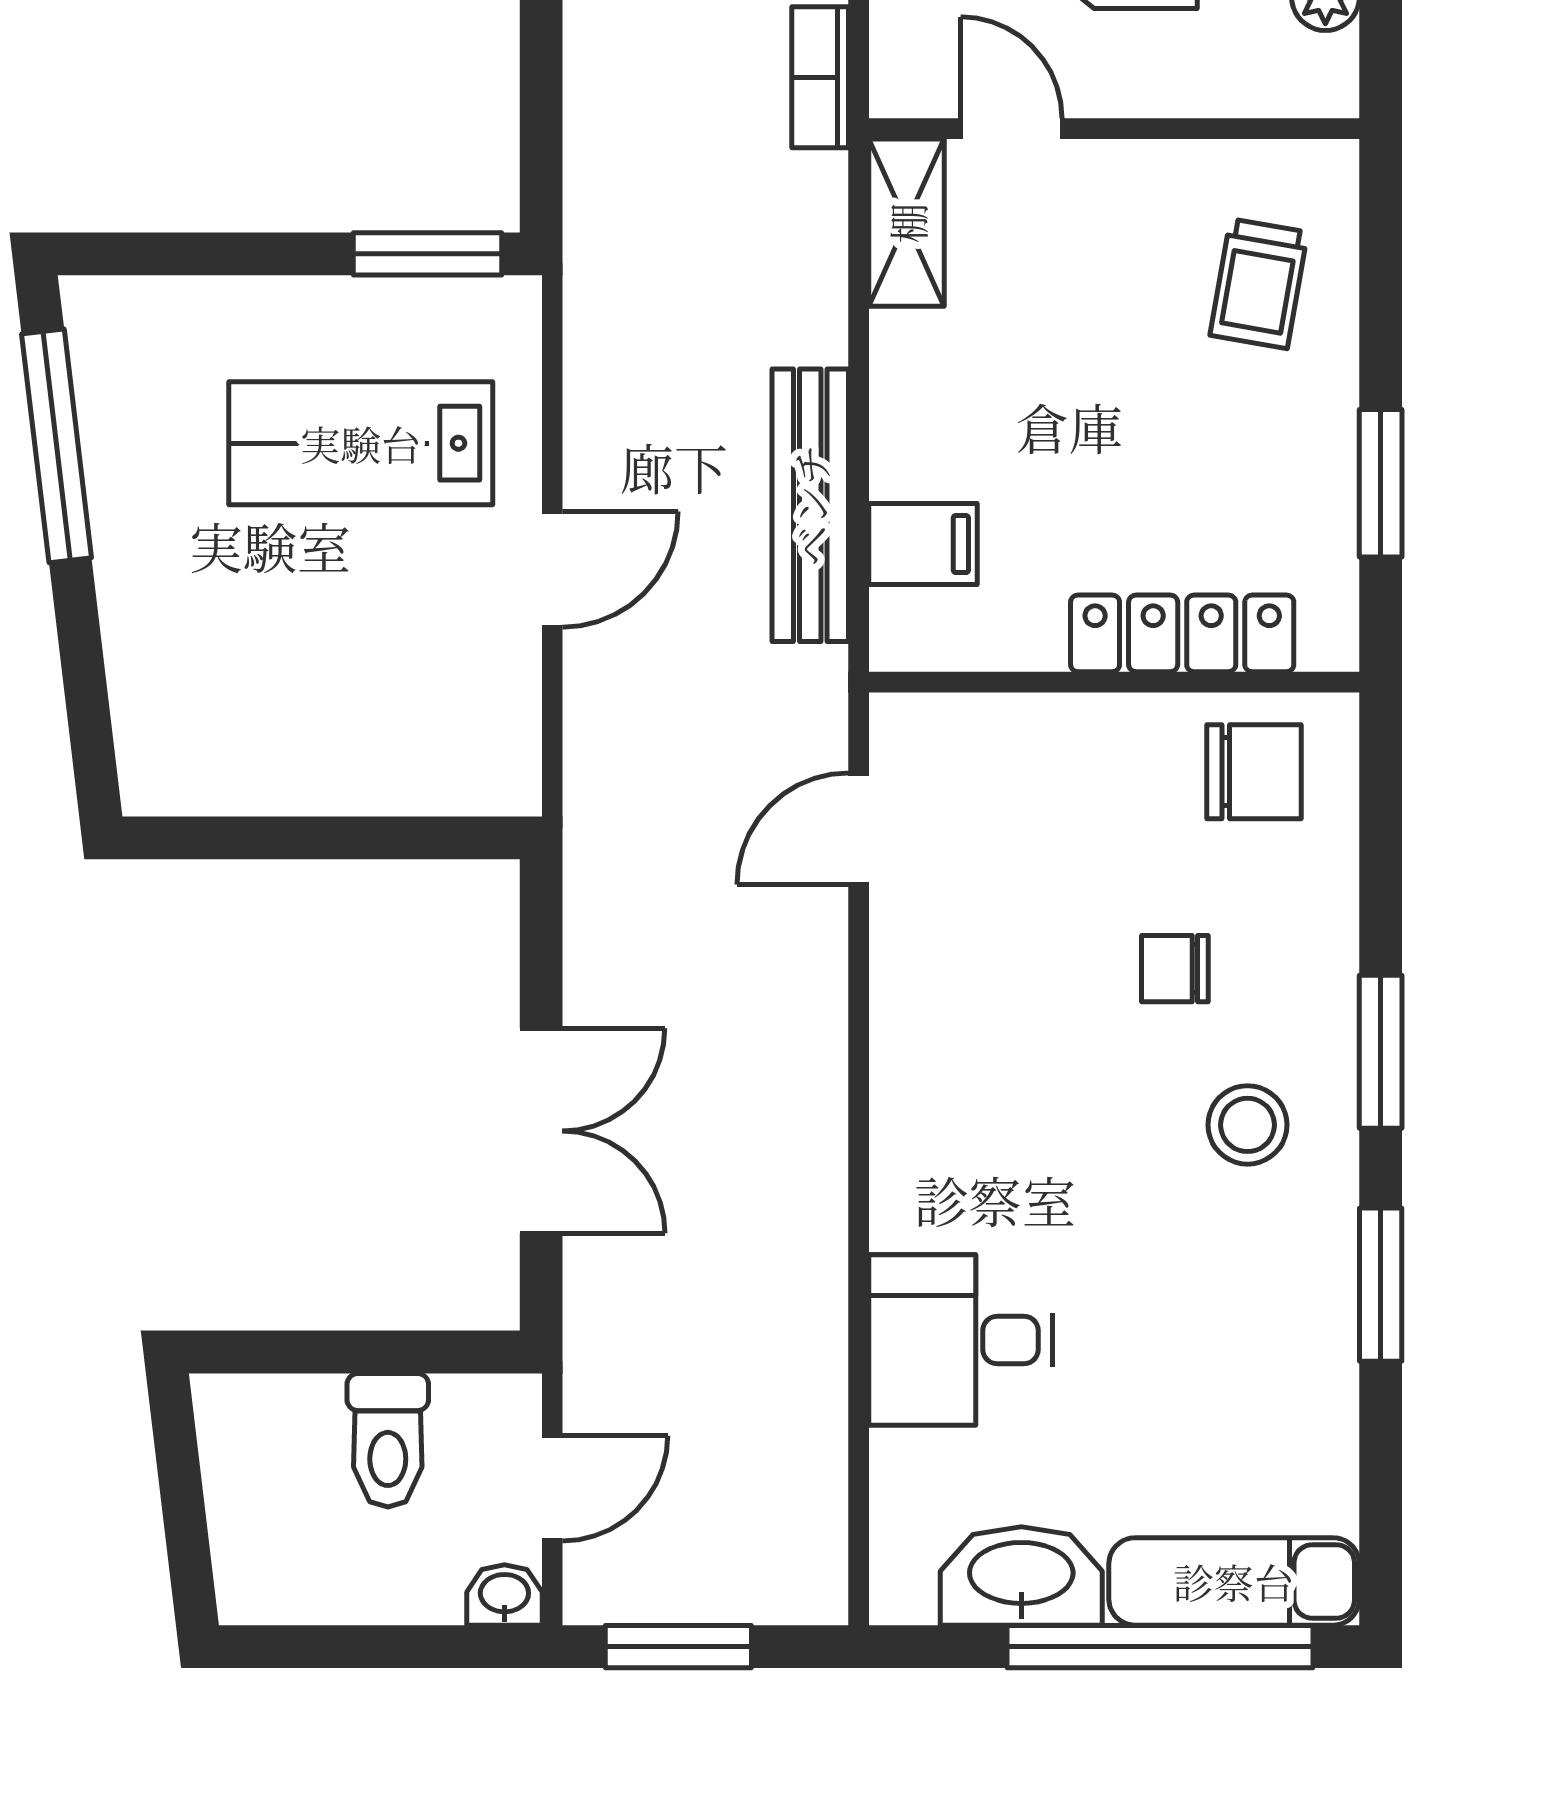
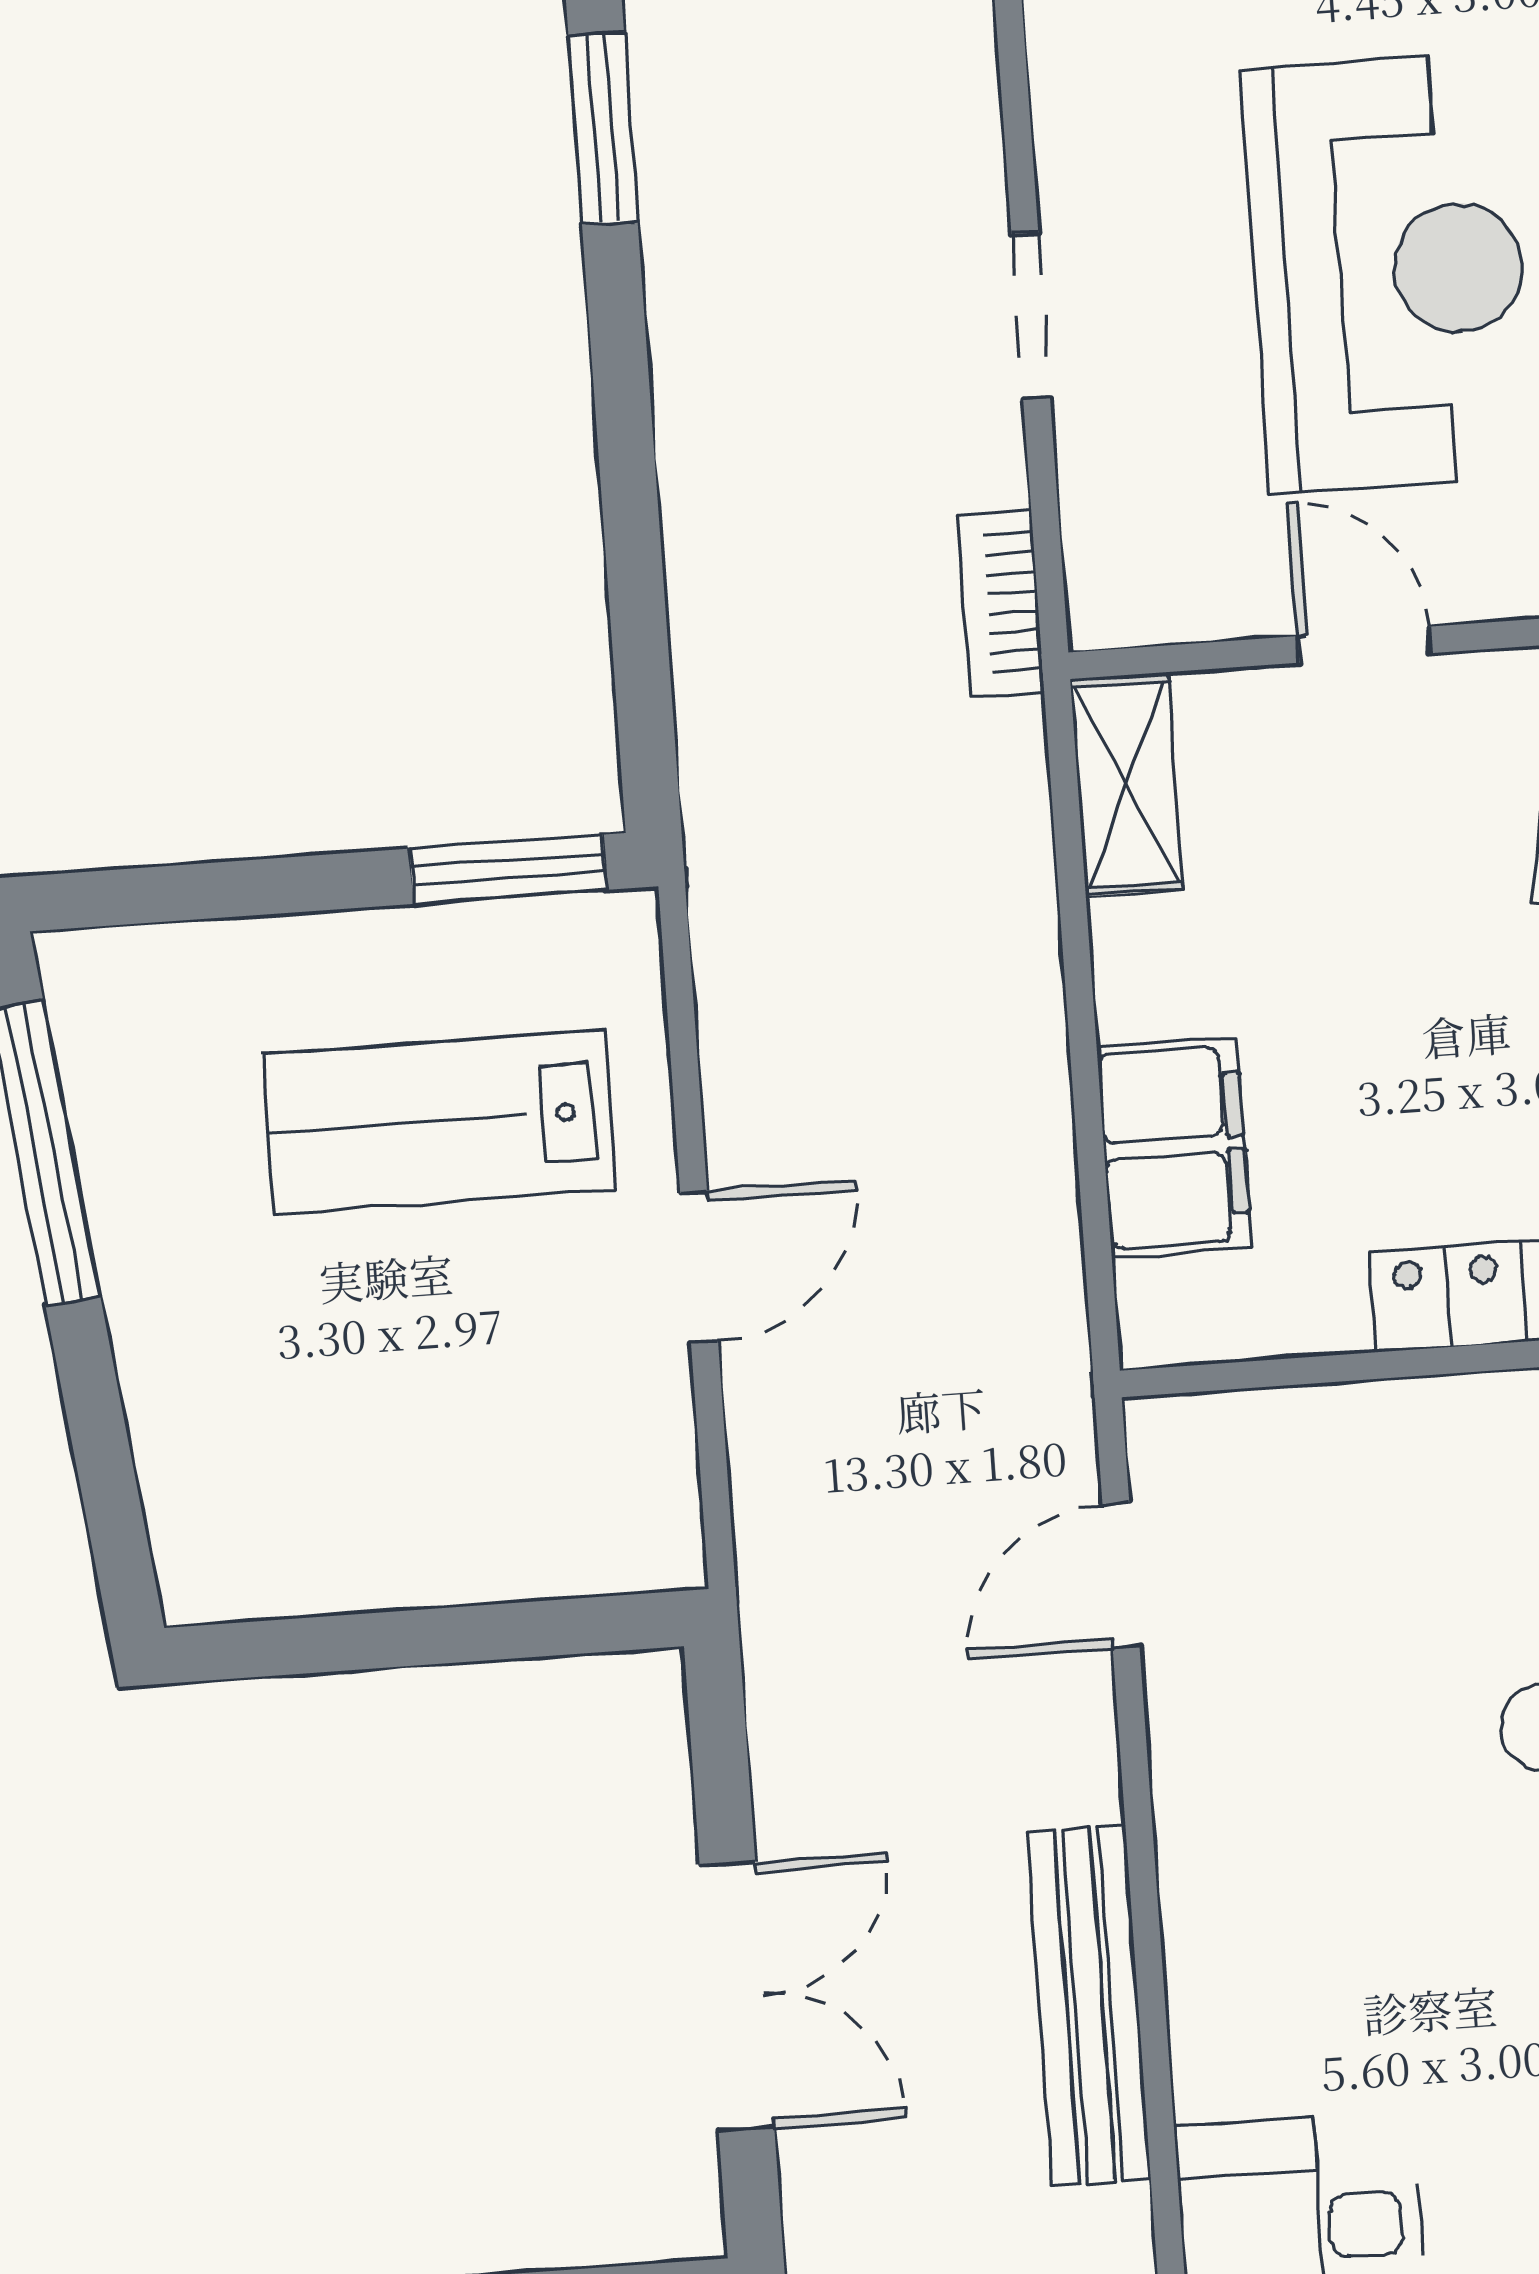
door: (1011, 129) -> (1364, 645), moved
bench: (810, 505) -> (1089, 2006), moved
filing cabinet: (923, 544) -> (1174, 1147), width x2.00

